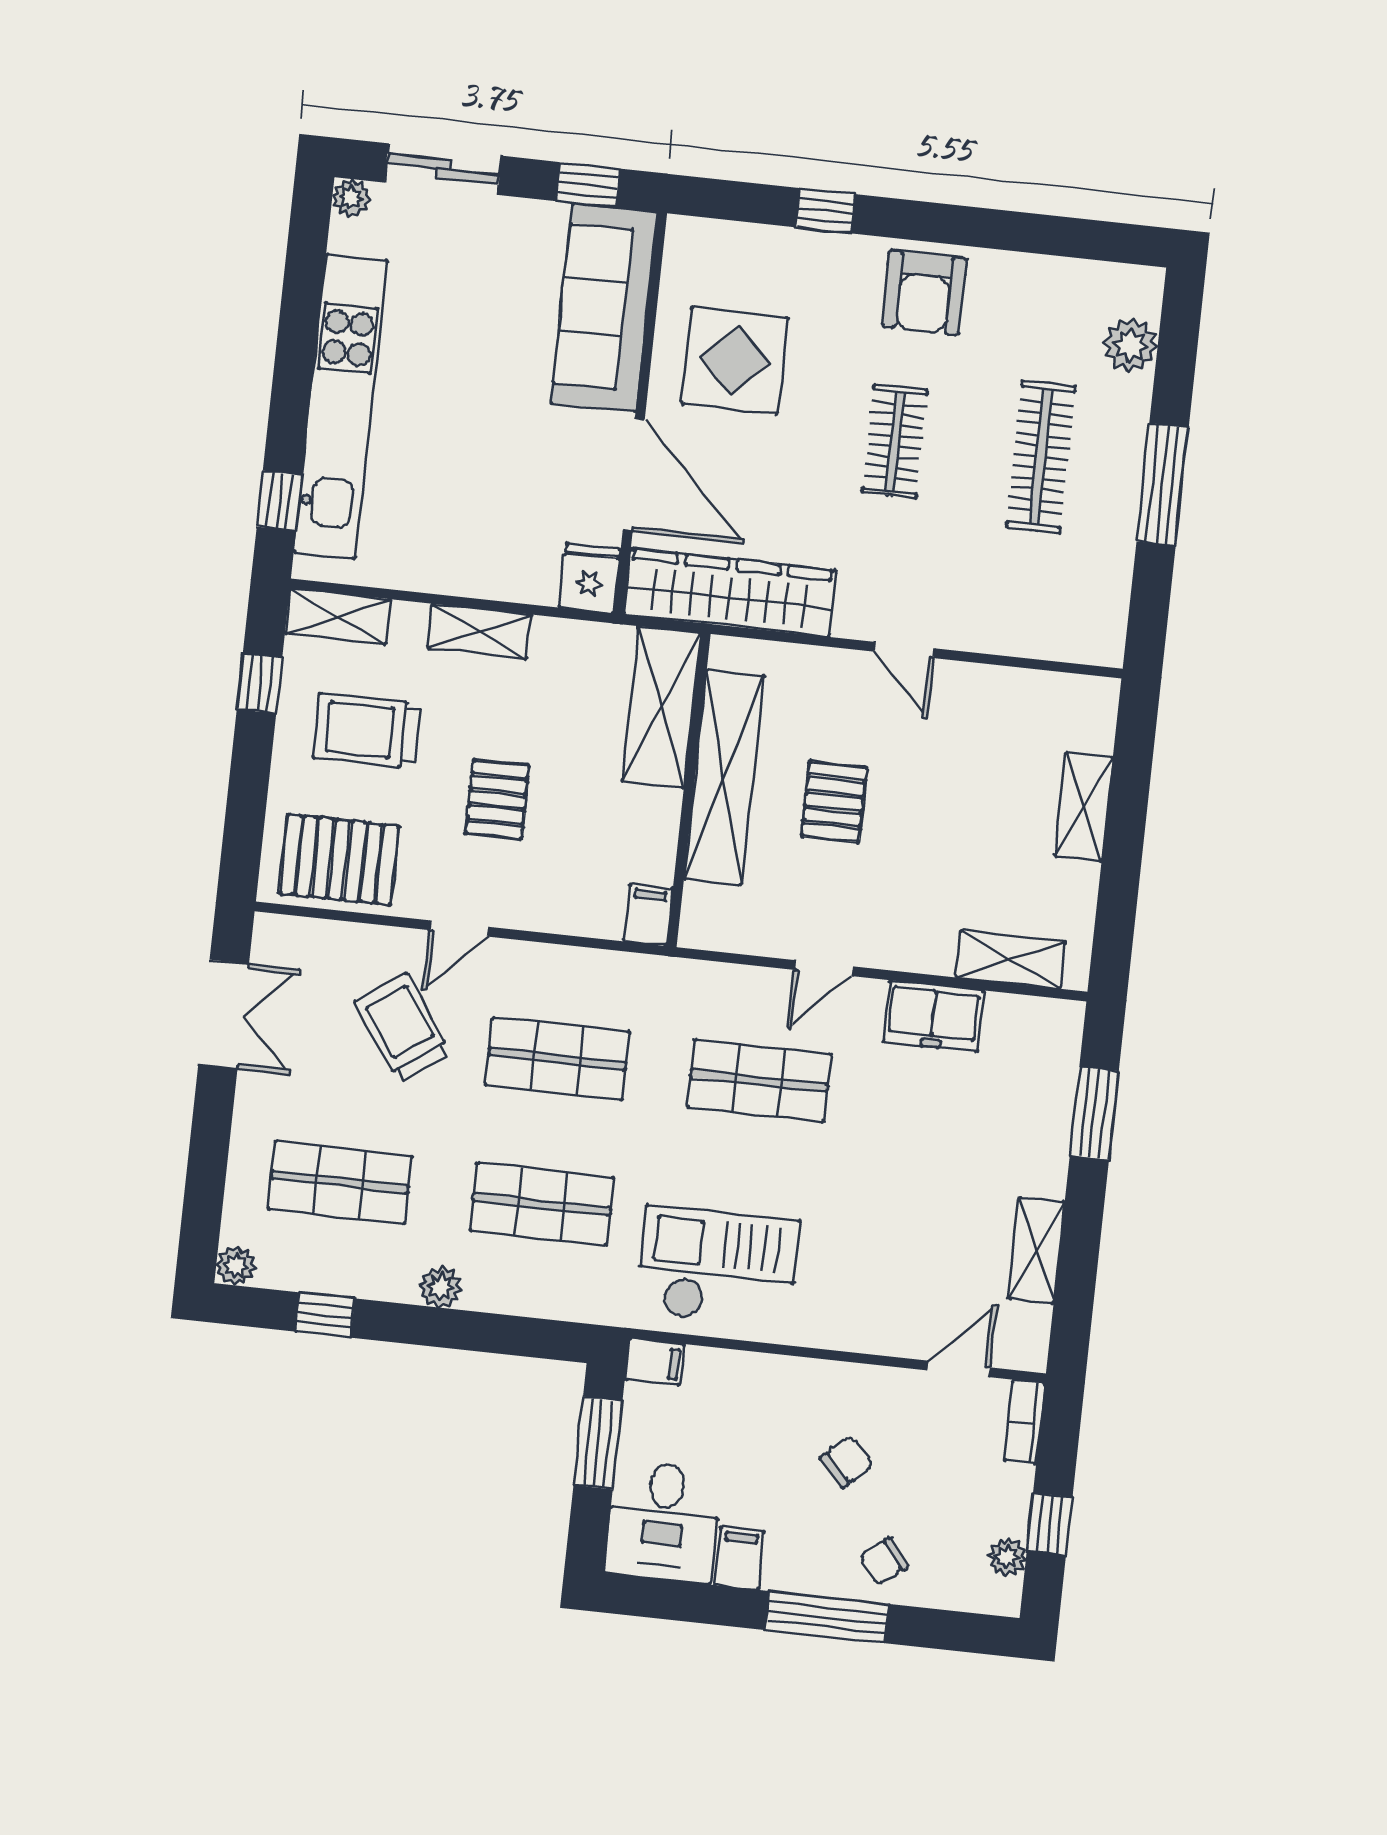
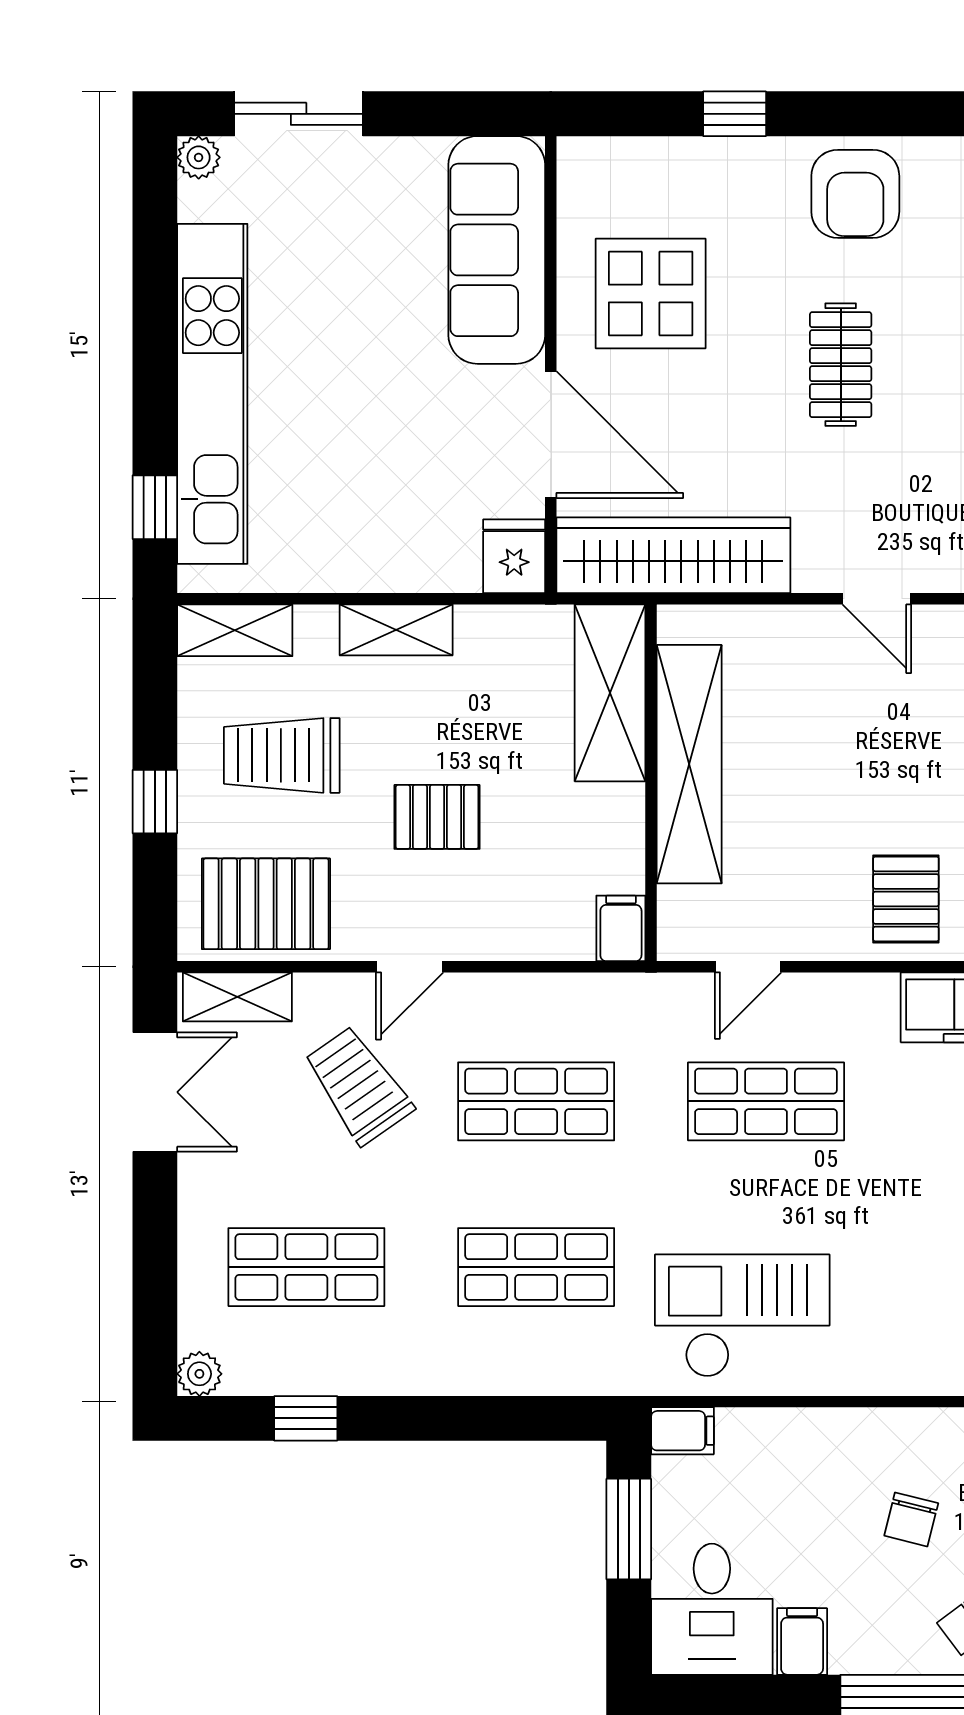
window: (588, 185) -> (463, 114), removed
window: (260, 683) -> (155, 802), moved
pallet: (497, 800) -> (437, 817), turned 90
pallet: (834, 802) -> (906, 899), moved
shelving: (305, 938) -> (237, 997), added
door: (824, 968) -> (748, 967), moved
plant: (441, 1287) -> (433, 1373), removed
chair: (847, 1461) -> (911, 1519), turned 147

